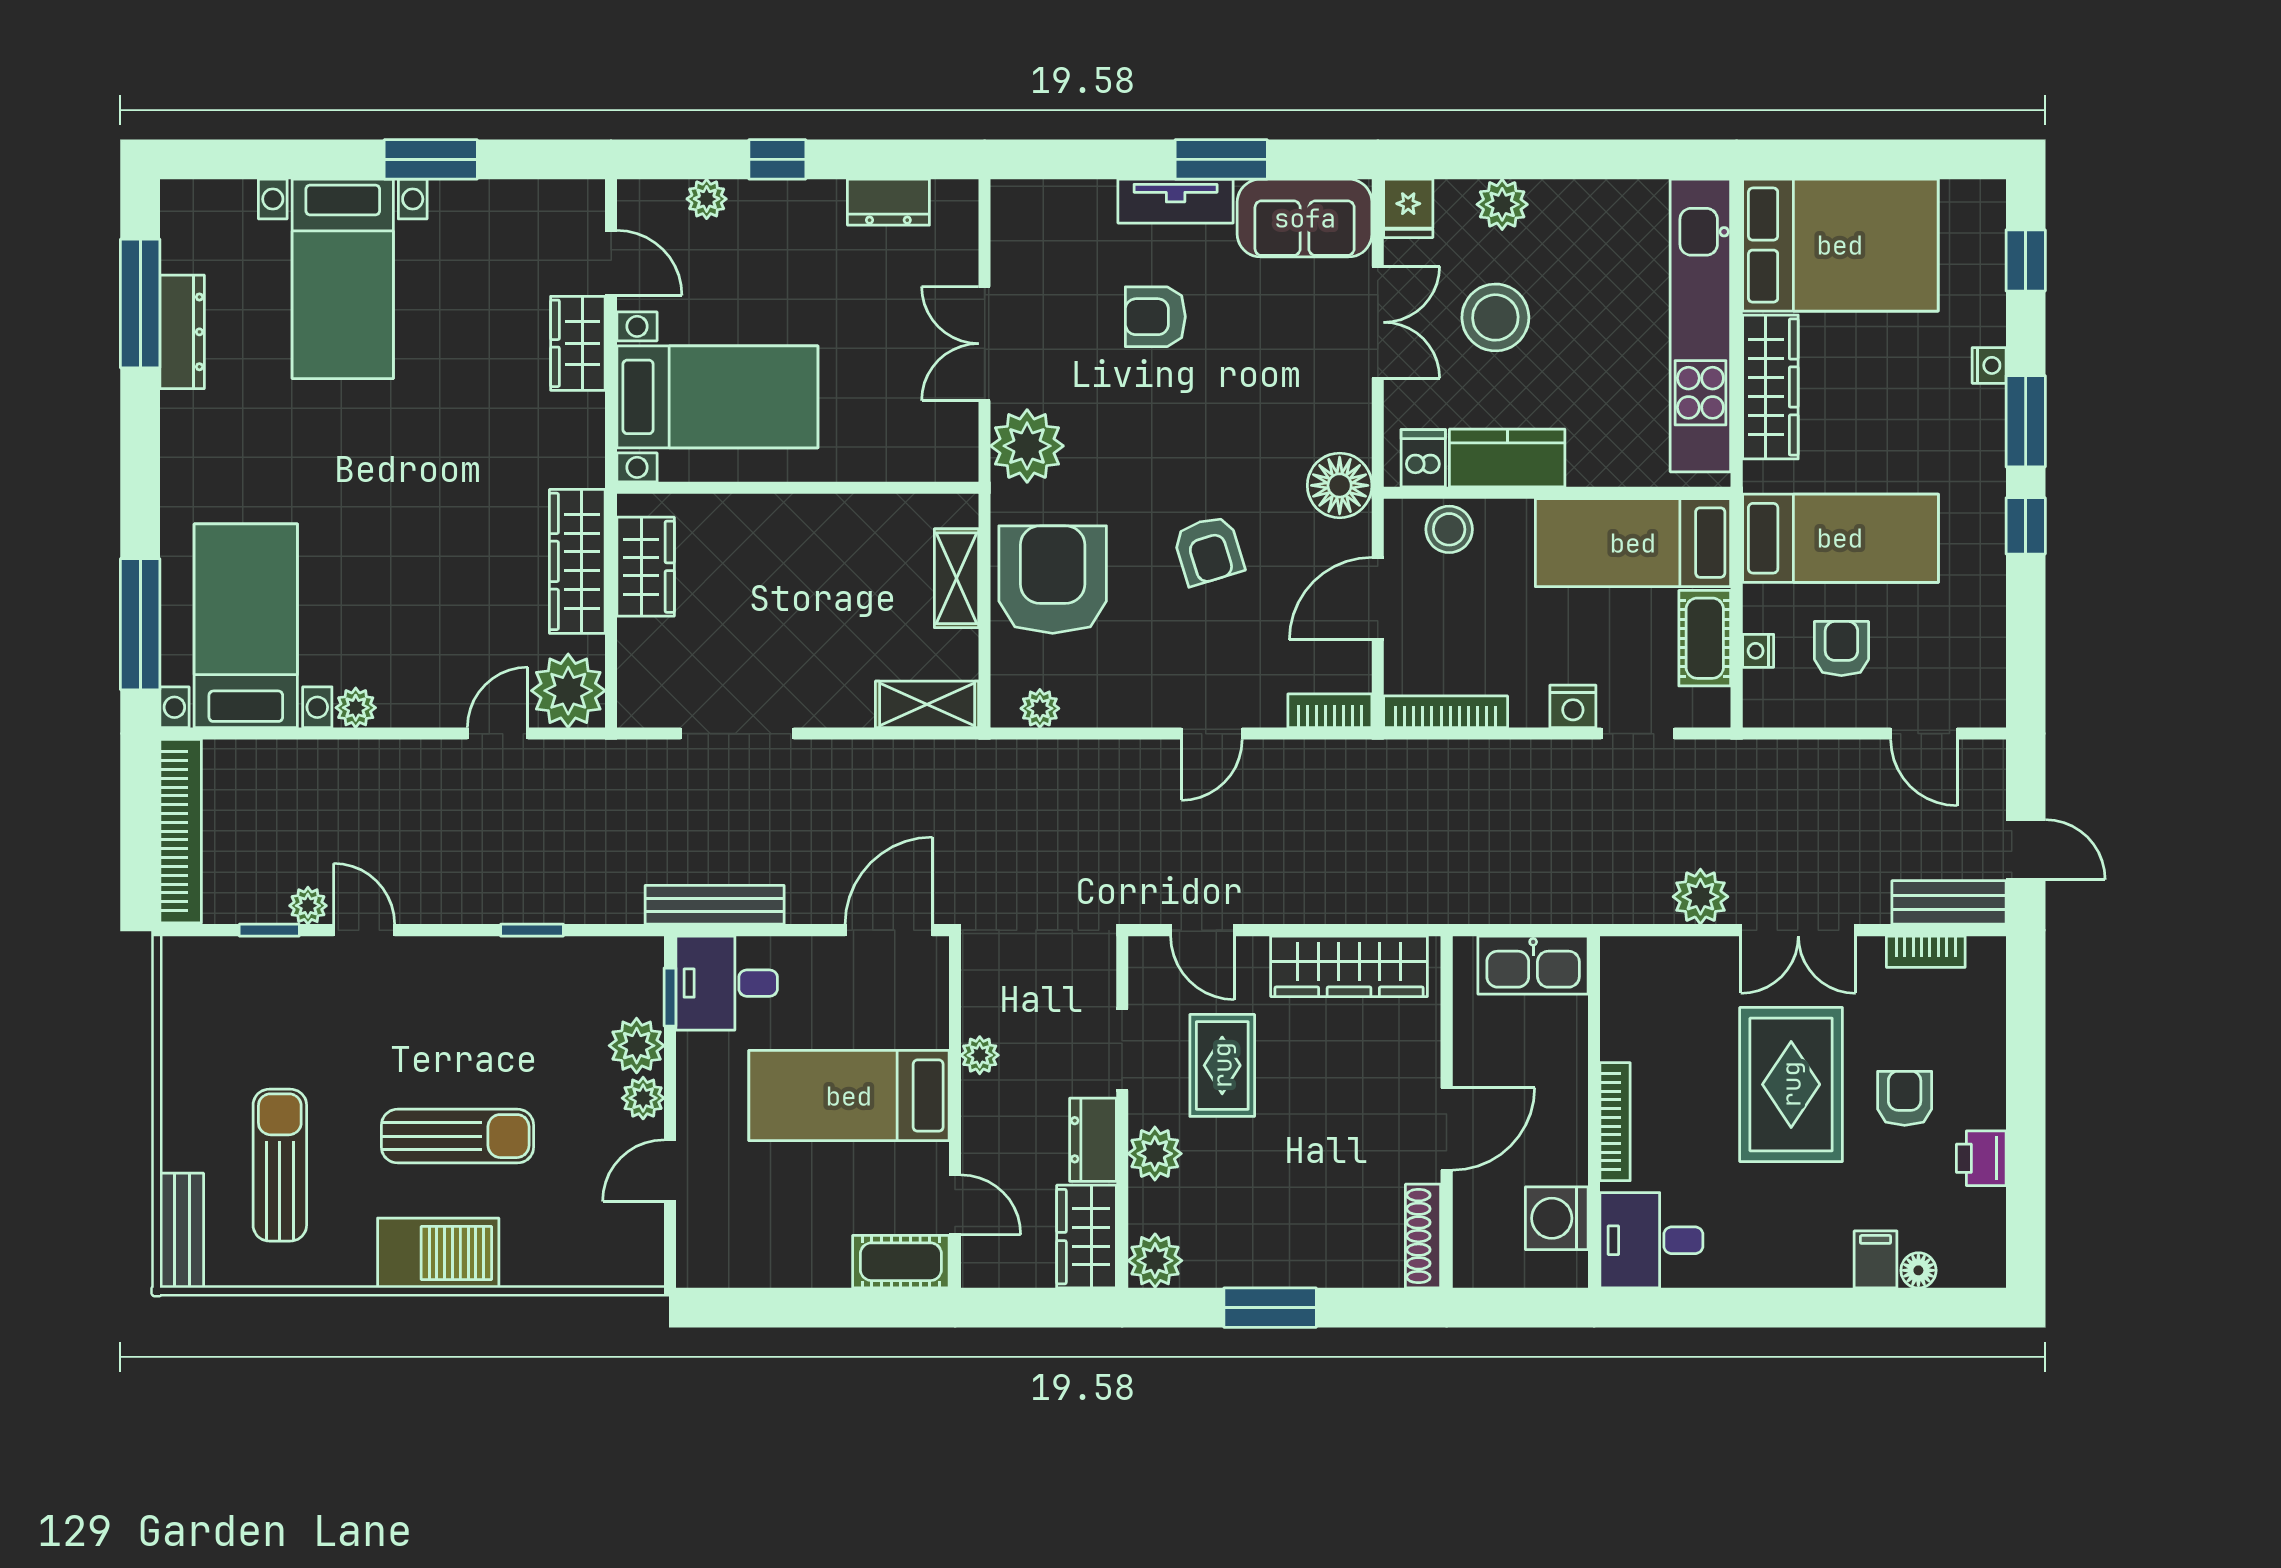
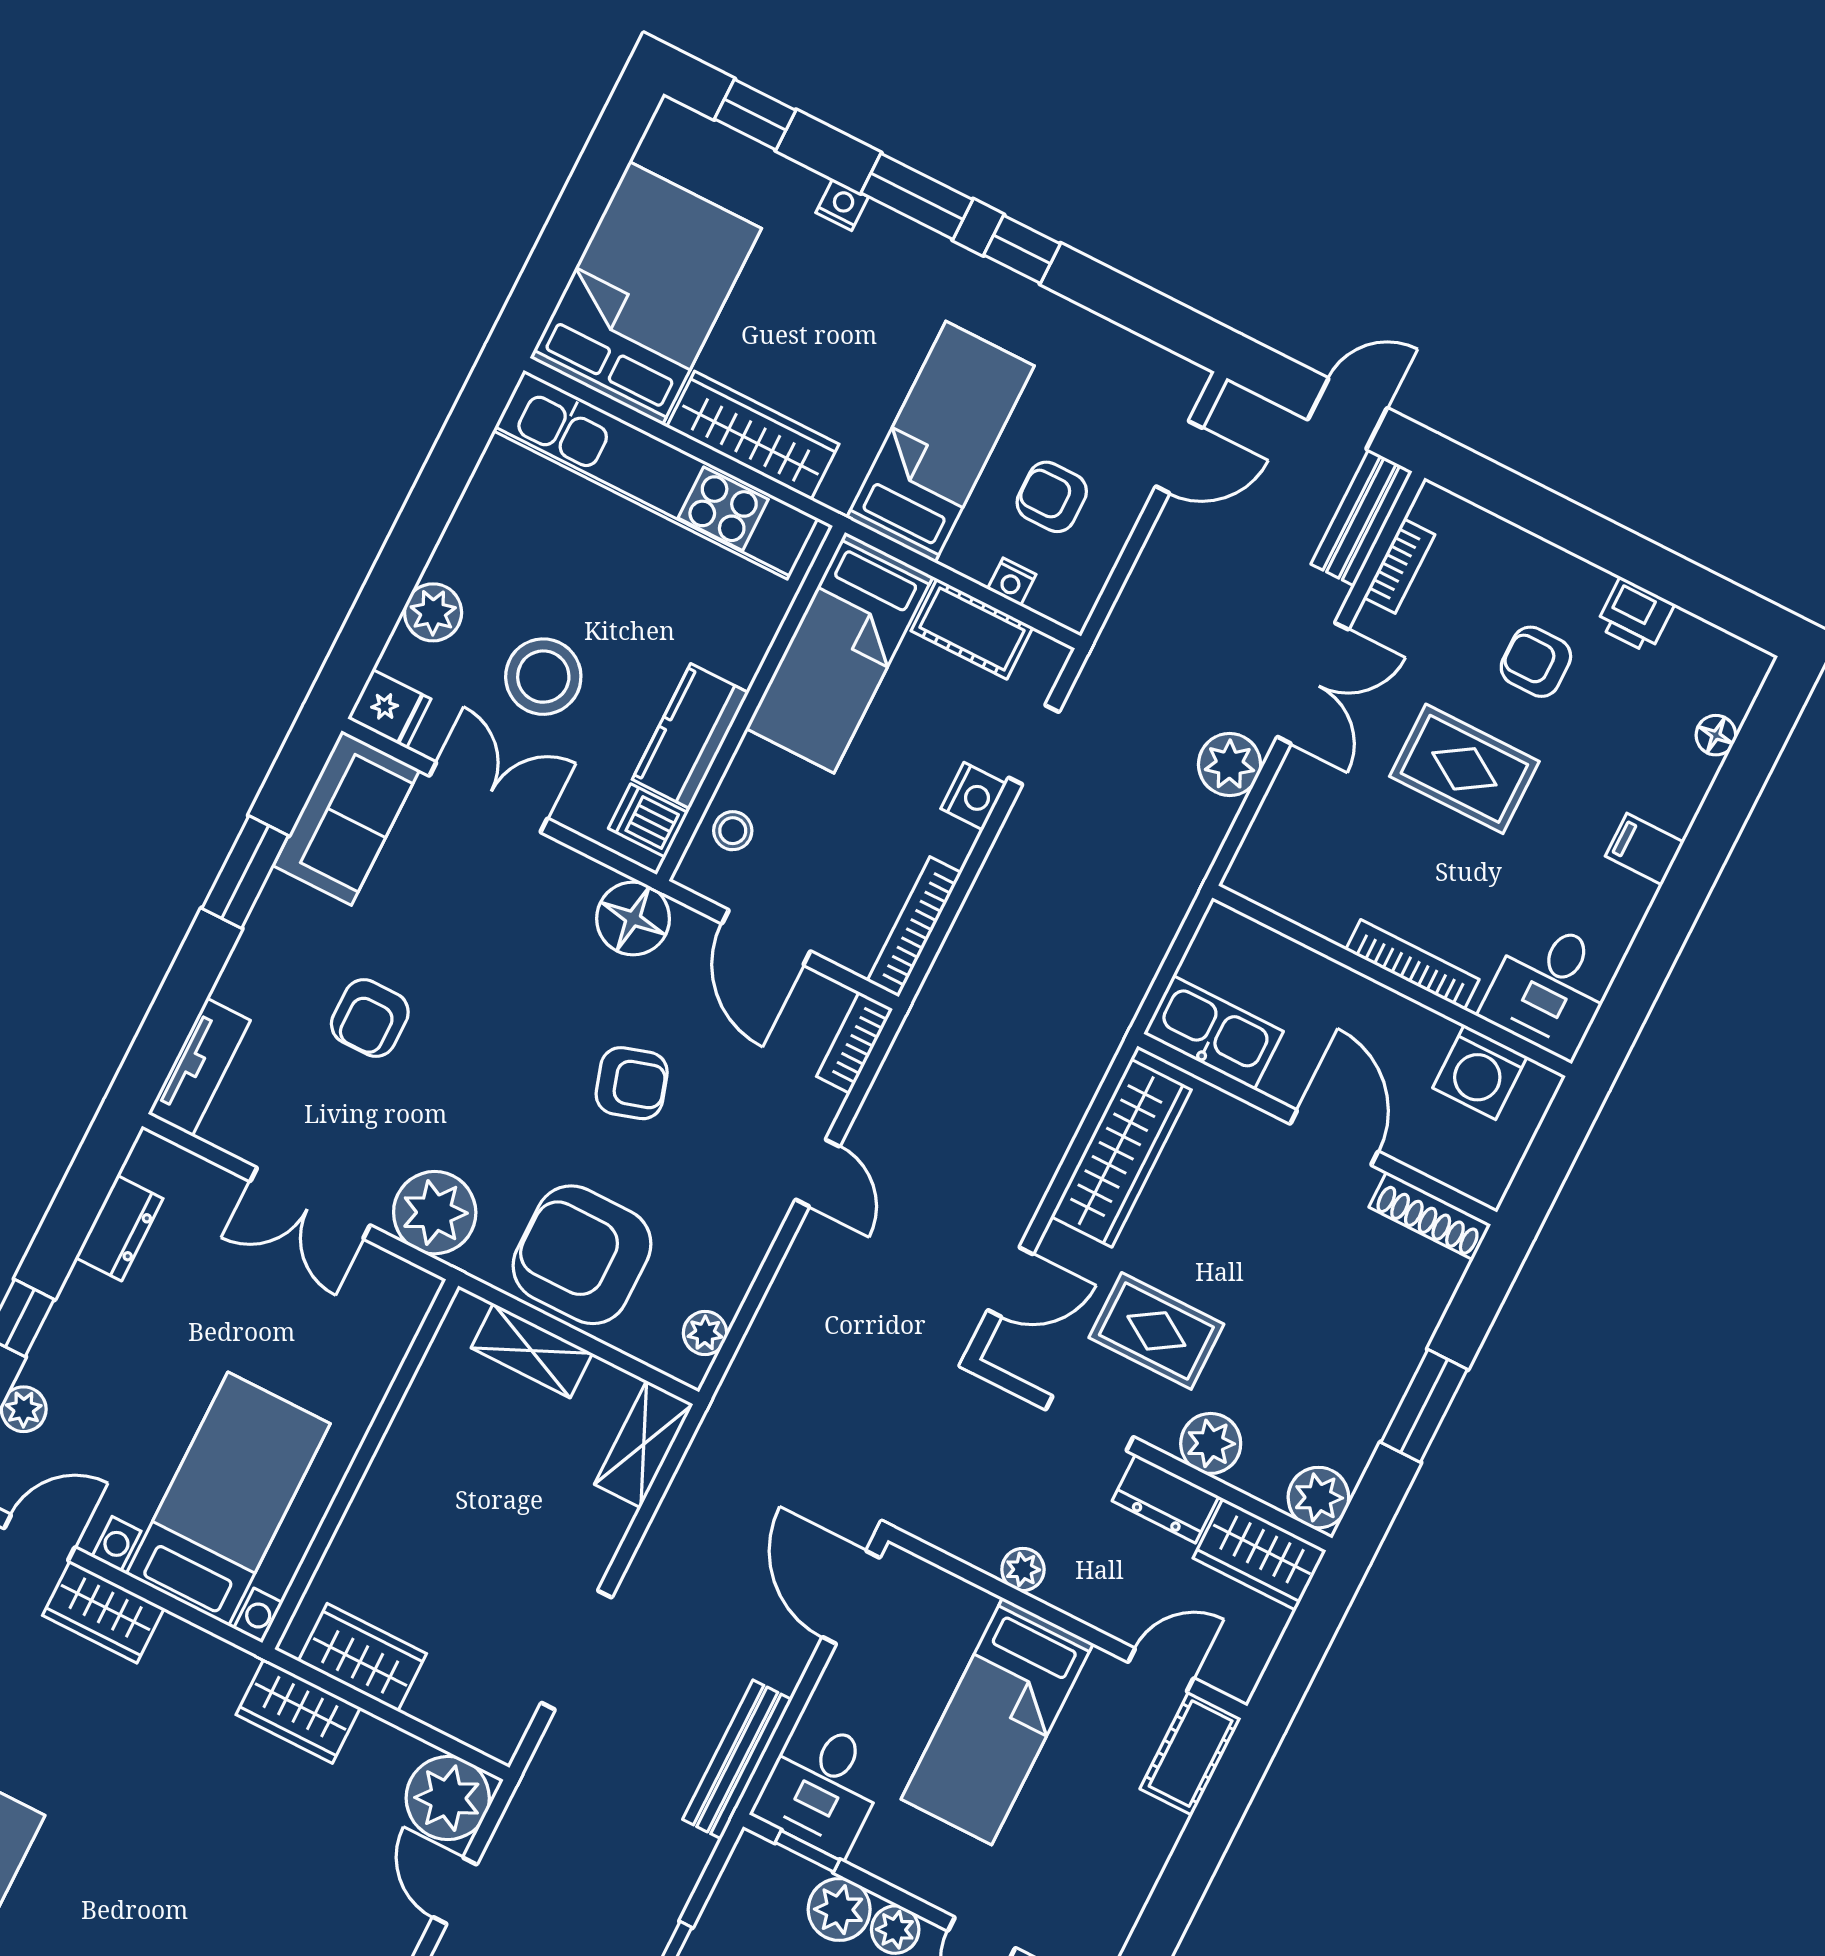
tv unit: (1176, 201) -> (199, 1067), moved
stool: (1449, 529) -> (733, 831), width x0.73, depth x0.73
wardrobe: (577, 561) -> (298, 1711), width x0.67
kitchen sink: (1533, 965) -> (1213, 1033), moved, turned -90
rug: (1791, 1084) -> (1464, 769), width x0.73, depth x0.70
filing cabinet: (1876, 1259) -> (1645, 849), moved

